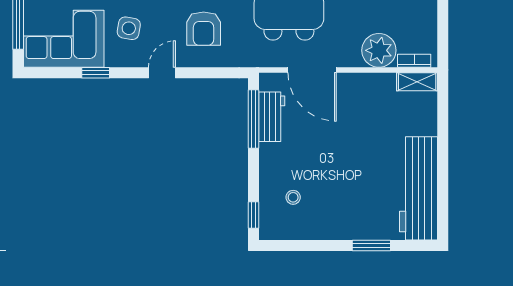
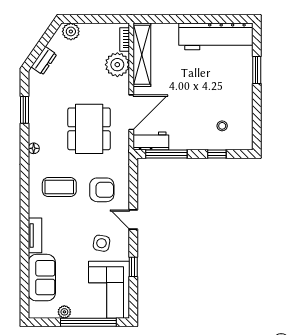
shelving: (417, 82) -> (142, 55), width x2.20, depth x1.33
workbench: (272, 117) -> (151, 141), moved
window: (254, 215) -> (217, 154), moved

